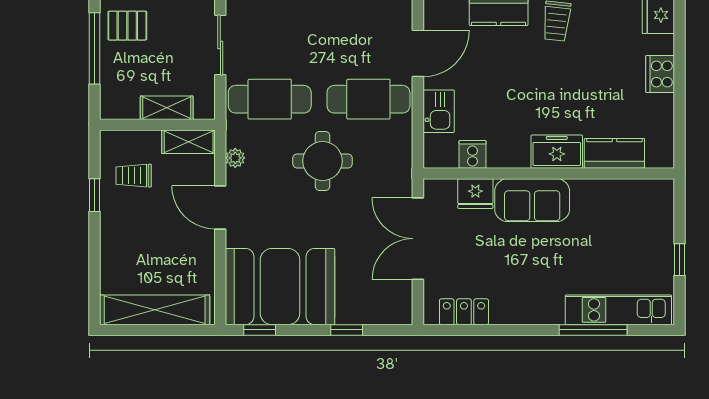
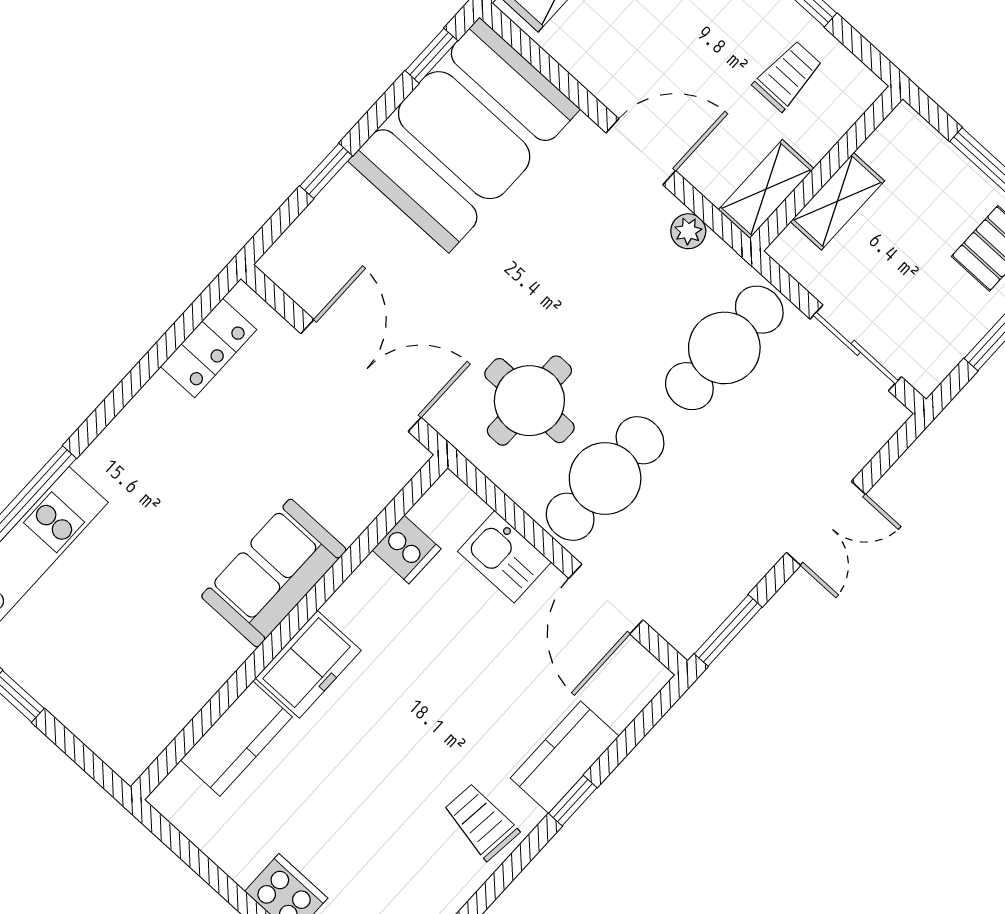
round table: (323, 161) -> (529, 401), moved
fridge: (475, 194) -> (351, 506), removed

